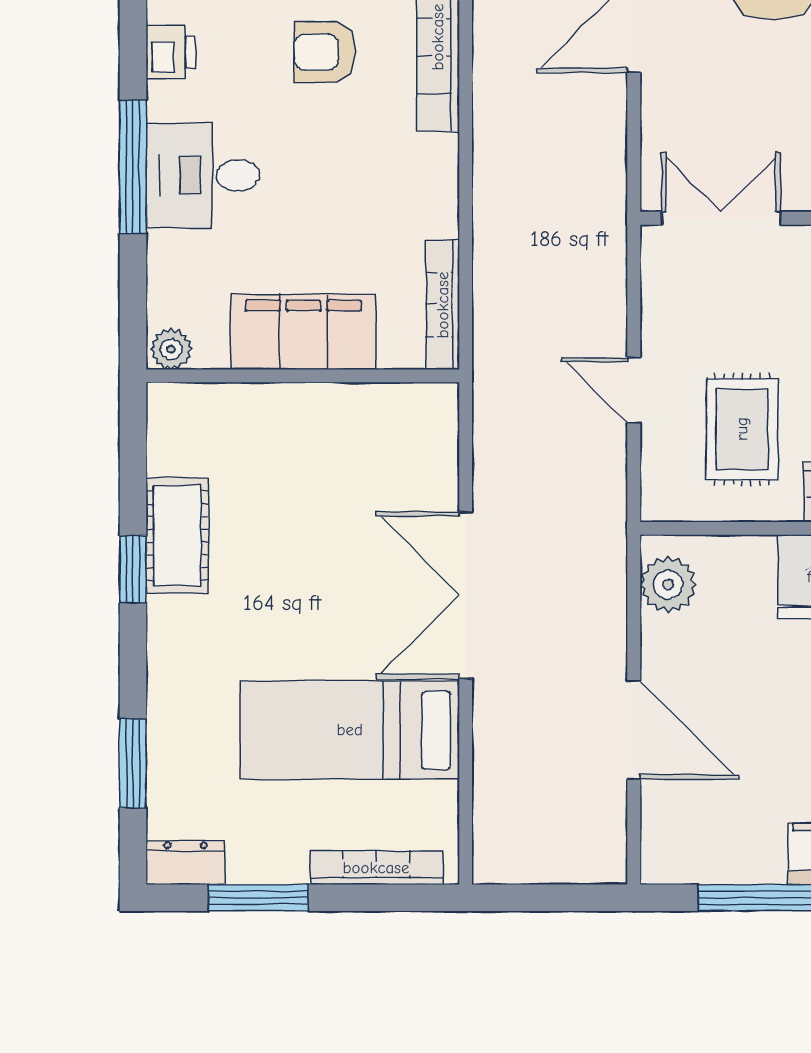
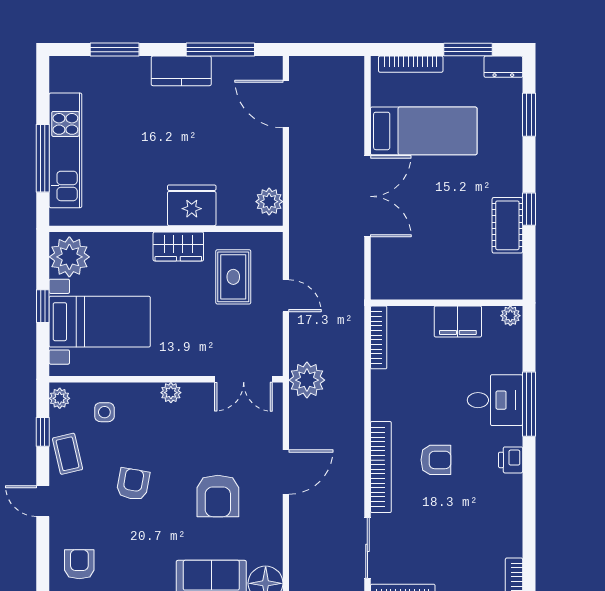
plant: (590, 217) -> (307, 380), added
filing cabinet: (303, 332) -> (458, 322), width x0.67, depth x0.86
door: (634, 730) -> (286, 104), moved

